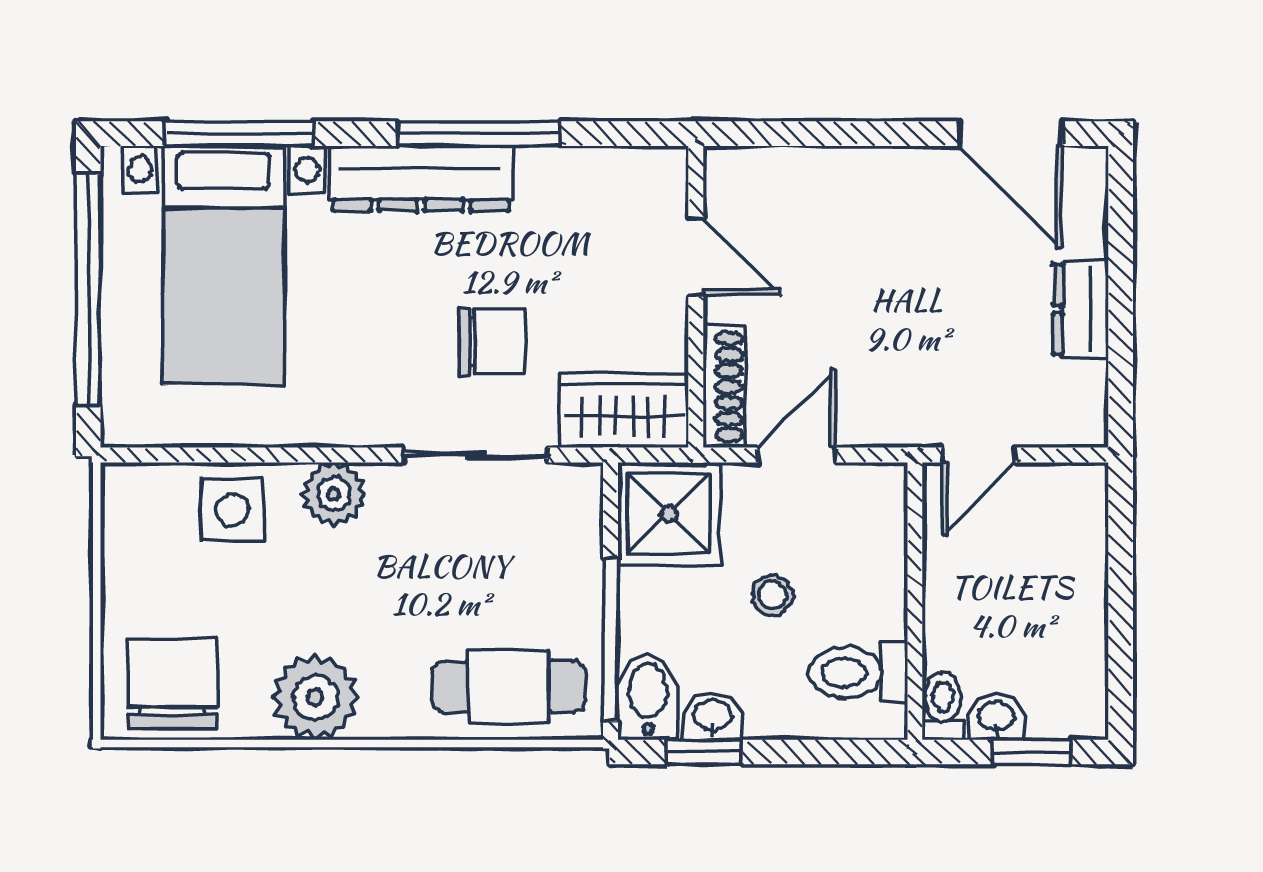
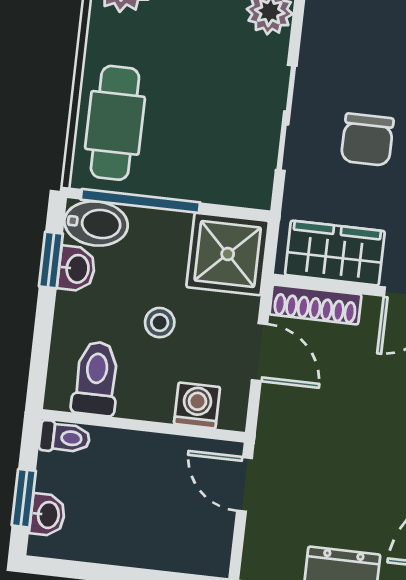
wardrobe: (624, 410) -> (335, 253), moved, turned -90
washing machine: (879, 532) -> (197, 405), added
washbasin: (996, 717) -> (47, 515), moved

